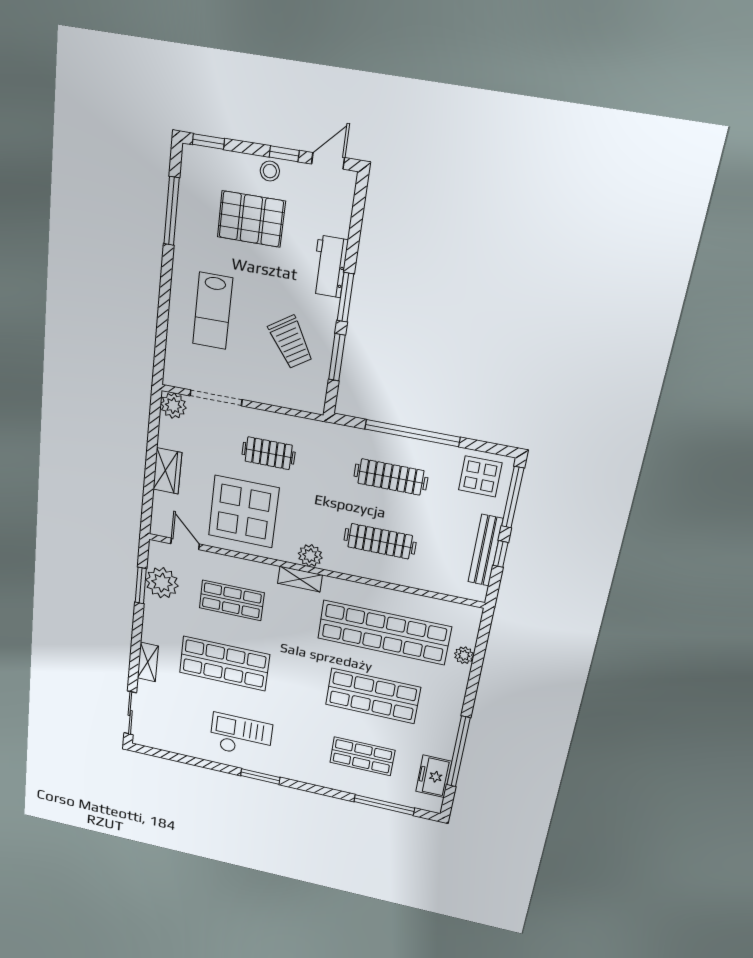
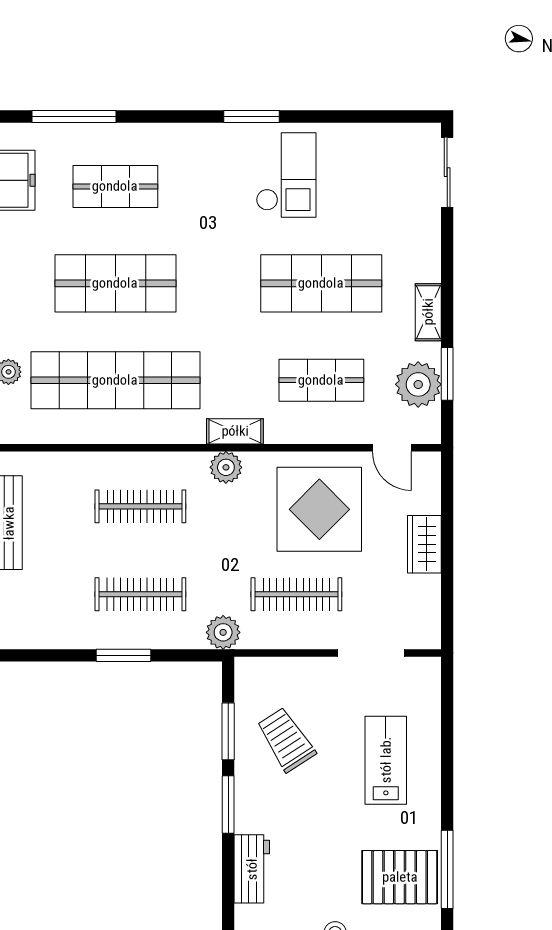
pallet: (251, 219) -> (400, 877), moved
workbench: (330, 267) -> (252, 869), moved
plant: (173, 406) -> (223, 632), moved
window: (412, 433) -> (123, 655), width x0.47
clothes rail: (269, 453) -> (296, 594), width x1.36
display table: (480, 476) -> (33, 617), removed
shelving: (148, 662) -> (428, 312), moved
checkout: (241, 736) -> (286, 175), turned -90

